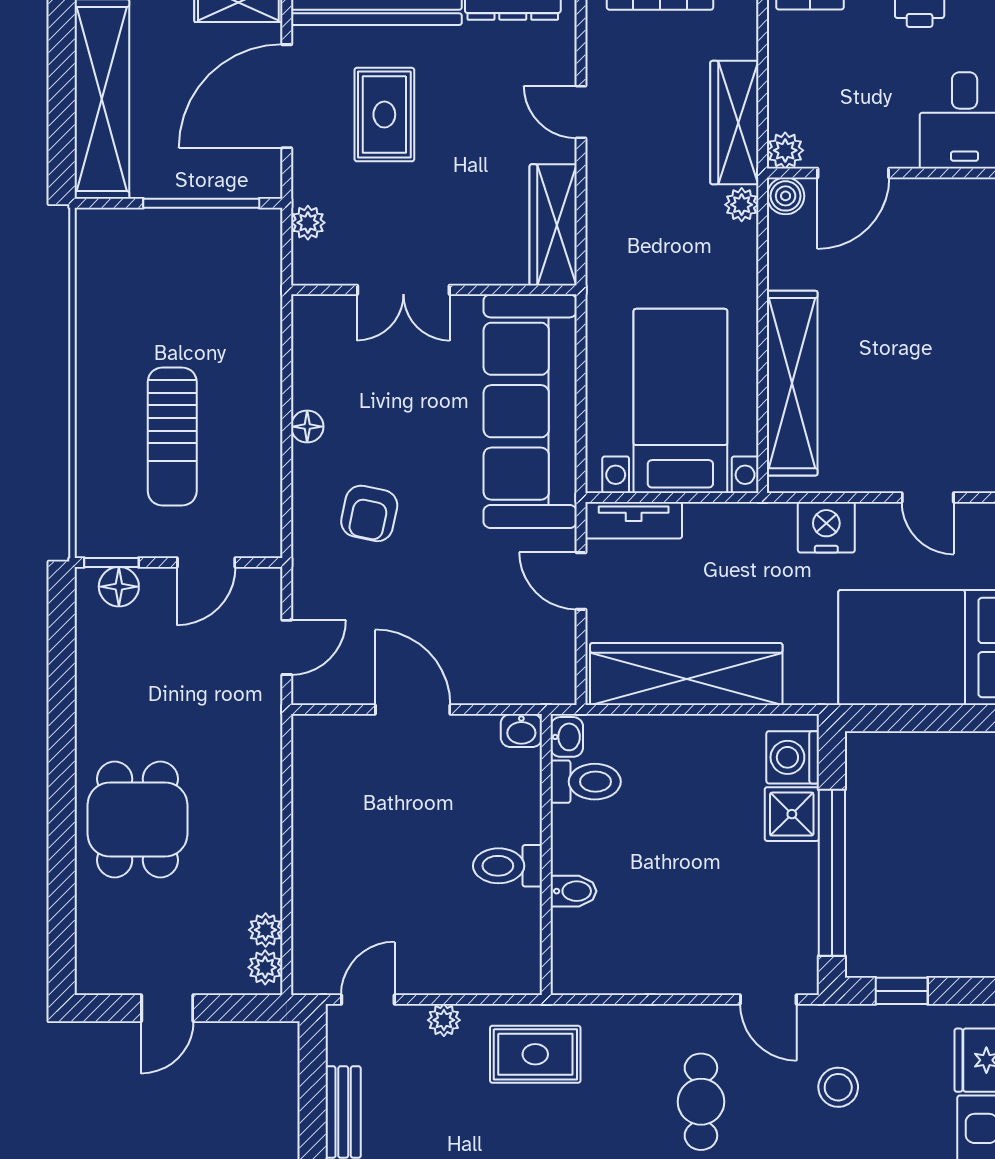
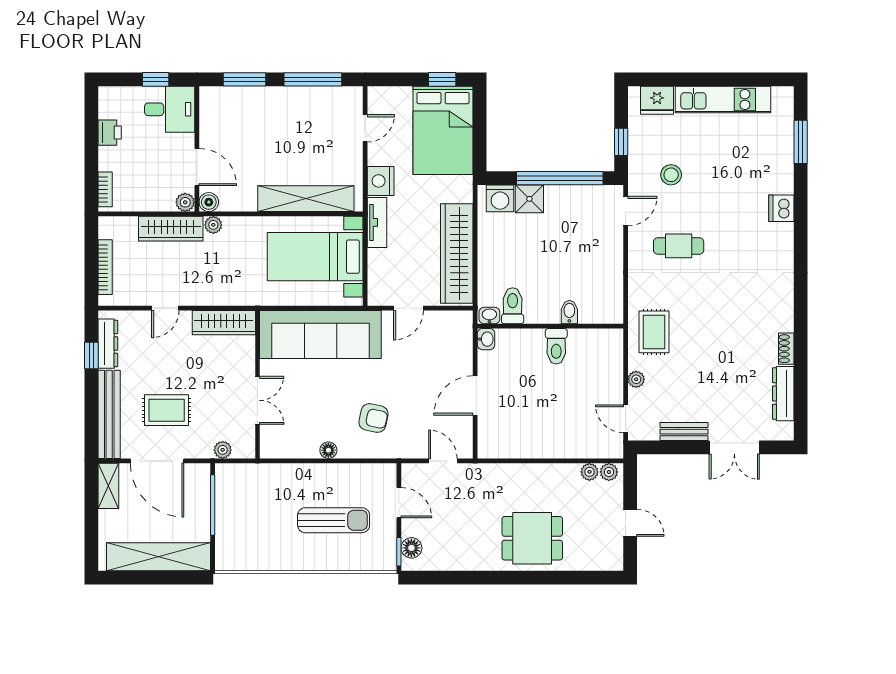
tv unit: (634, 520) -> (377, 222), moved

